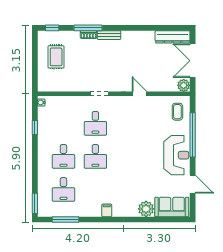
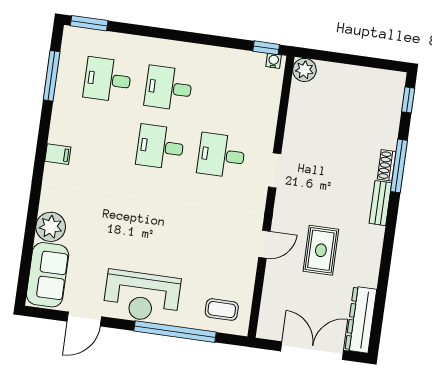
rug: (56, 57) -> (321, 250), moved, turned 90
plant: (184, 85) -> (304, 70), moved
window: (35, 128) -> (266, 48), moved

